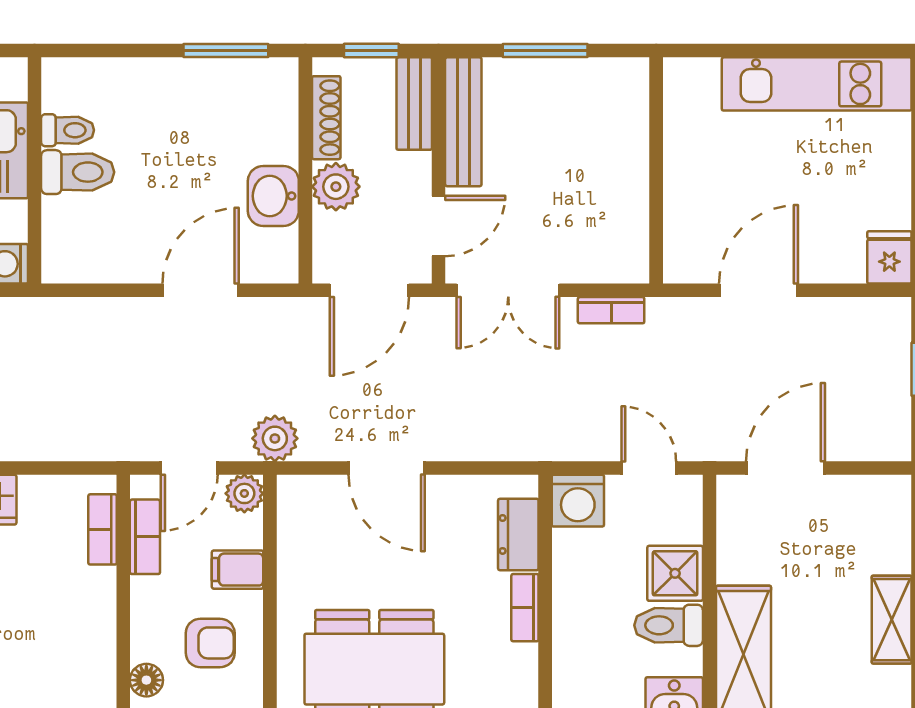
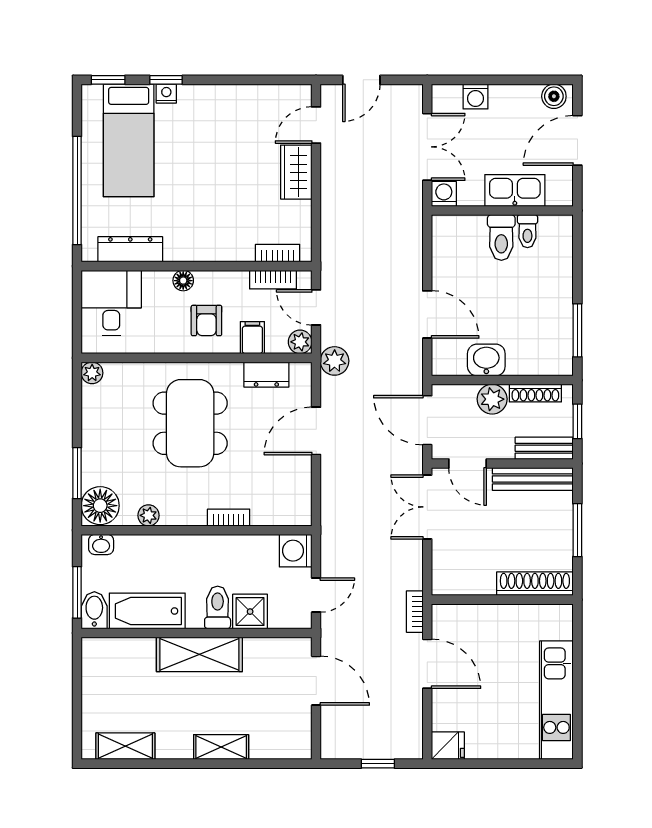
shoe rack: (631, 118) -> (535, 584), added
bookcase: (611, 310) -> (415, 612), moved
dresser: (518, 534) -> (266, 375), moved, turned 180

